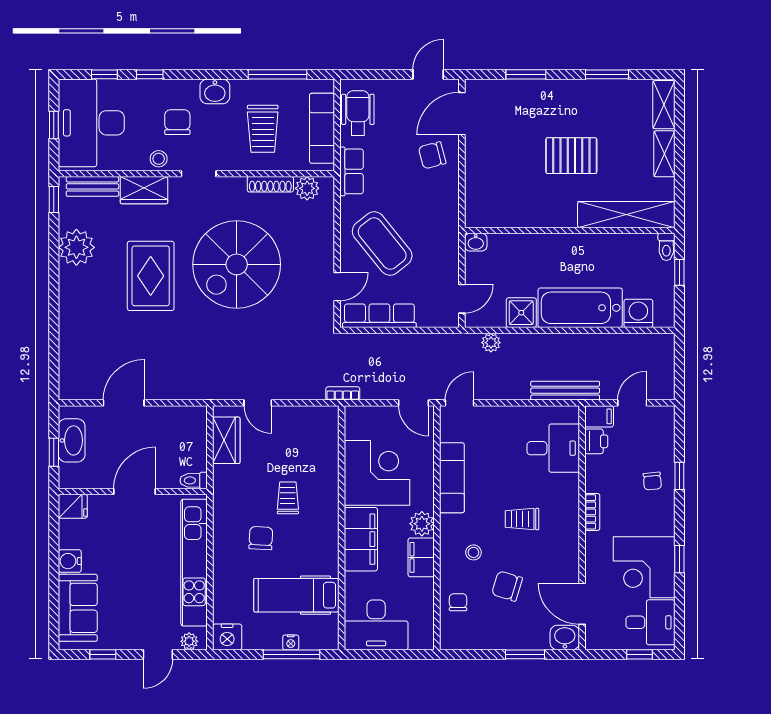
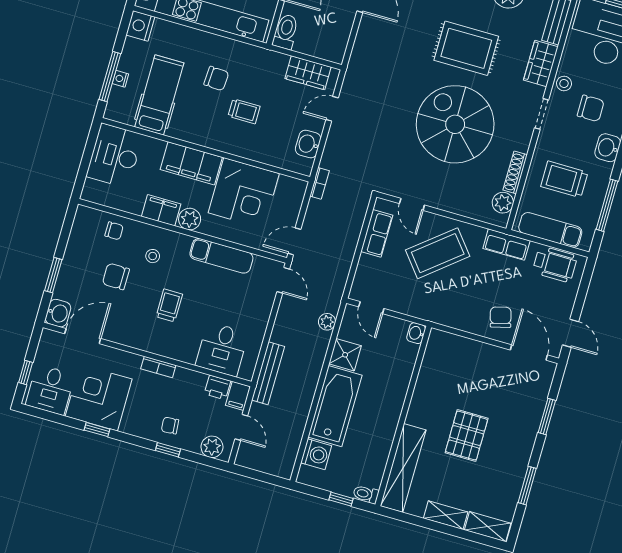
row of seats: (379, 316) -> (377, 233), width x0.68
washbasin: (304, 418) -> (308, 144), added
plant: (662, 429) -> (212, 447), added
toilet: (194, 480) -> (286, 32), width x1.37, depth x1.39
chair: (507, 586) -> (116, 276), turned -107

